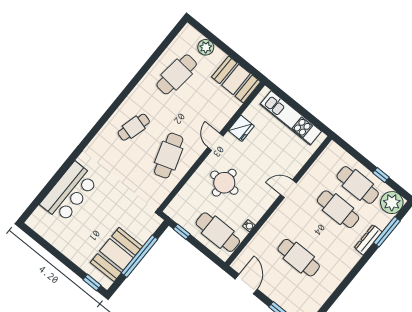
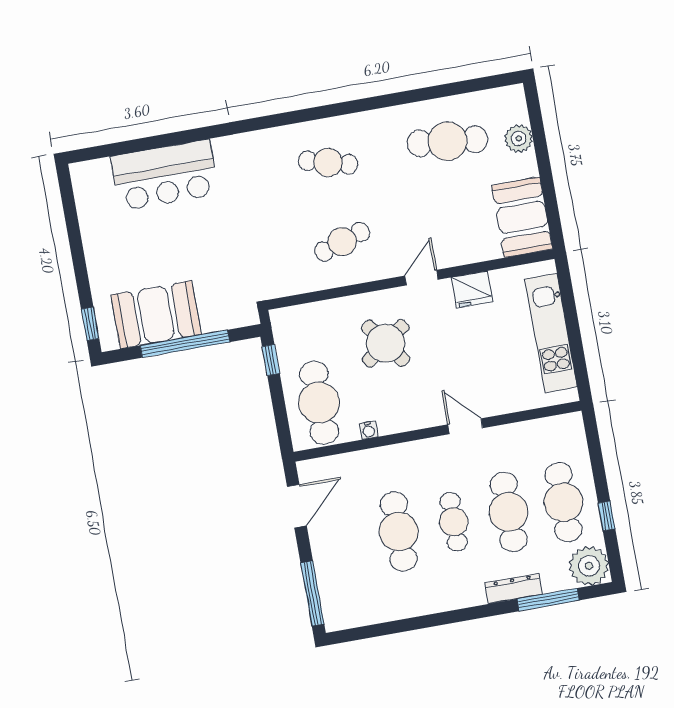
cafe table: (169, 156) -> (342, 242), width x0.73, depth x0.74
round table: (224, 183) -> (386, 343), turned -36
cafe table: (318, 233) -> (454, 522), added

